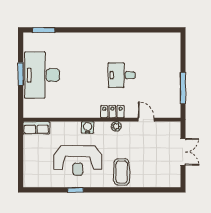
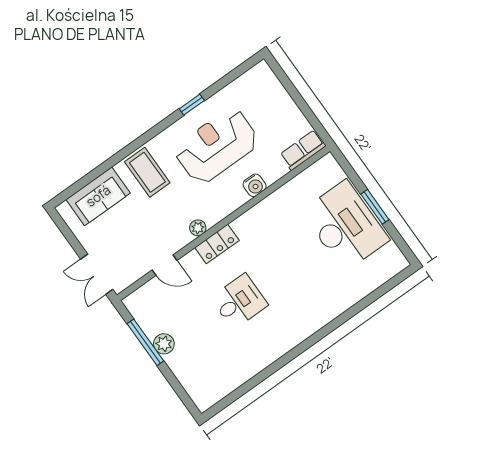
window: (44, 30) -> (386, 287), removed
plant: (174, 81) -> (164, 344), added
water cooler: (88, 127) -> (255, 185), moved
double door: (183, 152) -> (97, 274), moved
sofa: (155, 177) -> (98, 196), added

